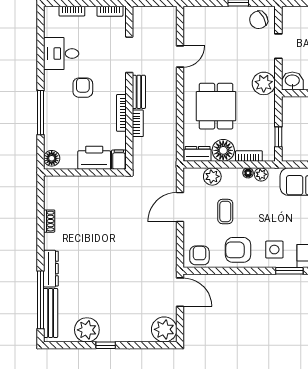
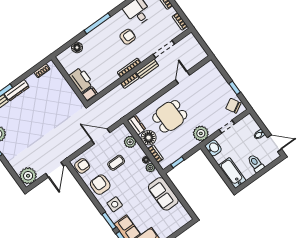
door: (180, 56) -> (183, 77), swing flipped
printer: (94, 158) -> (81, 80), moved
filing cabinet: (119, 160) -> (90, 94), moved
wall: (85, 172) -> (69, 80), moved

